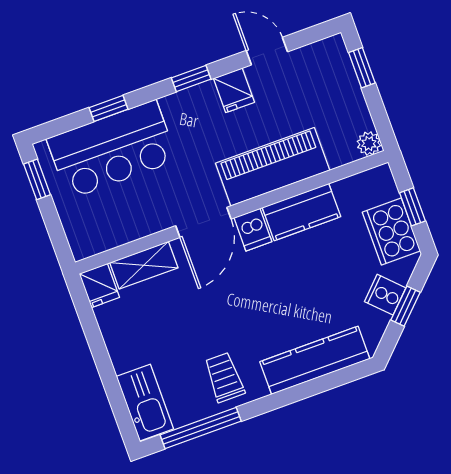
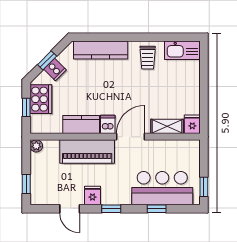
kitchen sink: (145, 403) -> (182, 50), moved, turned -90
window: (201, 428) -> (168, 37), removed

